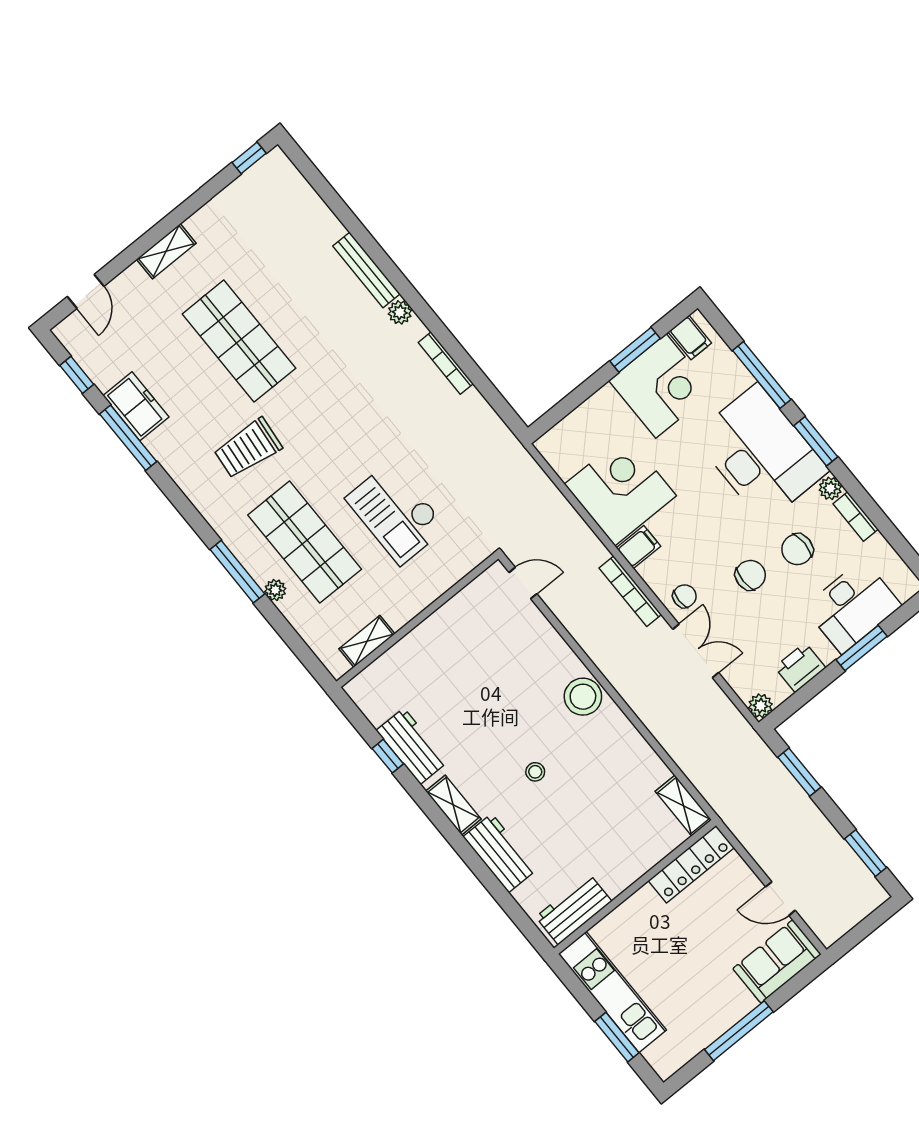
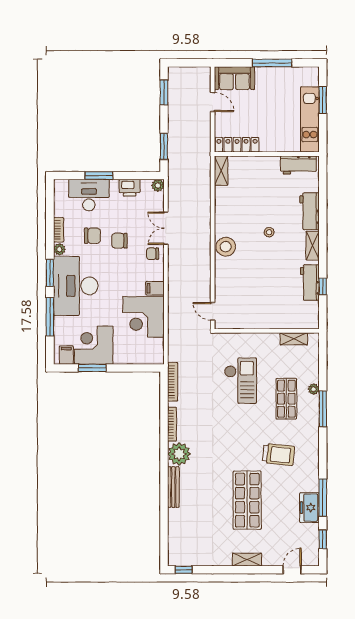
plant: (400, 312) -> (179, 454), width x1.88, depth x1.88
shop shelf: (305, 542) -> (286, 399), width x0.70, depth x0.74
bookcase: (630, 591) -> (173, 382), moved

